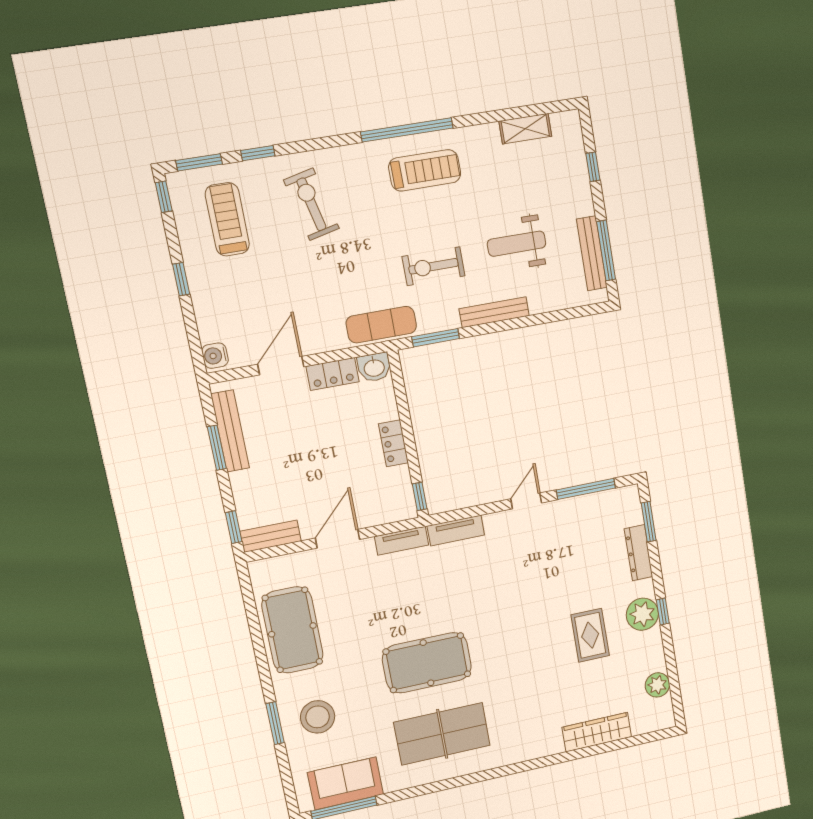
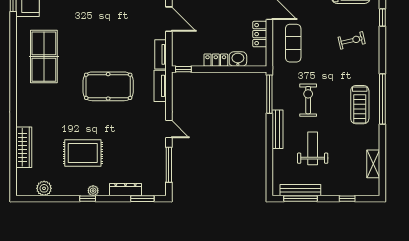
exercise bike: (311, 204) -> (352, 40), width x0.73, depth x0.72
exercise mat: (381, 325) -> (293, 43), moved
window: (436, 338) -> (269, 94), width x1.44
washbasin: (374, 367) -> (238, 59), moved, turned 90
plant: (642, 614) -> (93, 191), width x0.53, depth x0.53
rug: (590, 635) -> (83, 153), width x1.36, depth x1.43
pool table: (427, 663) -> (108, 86), moved, turned 90

